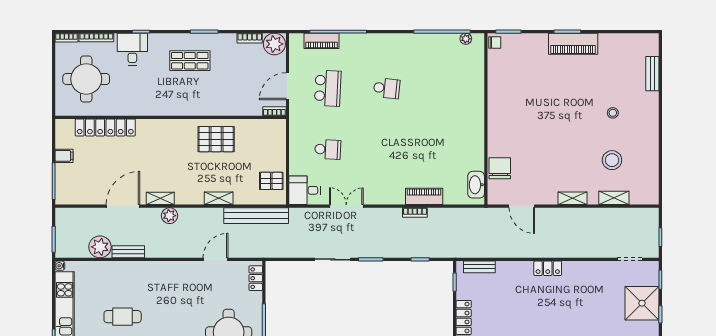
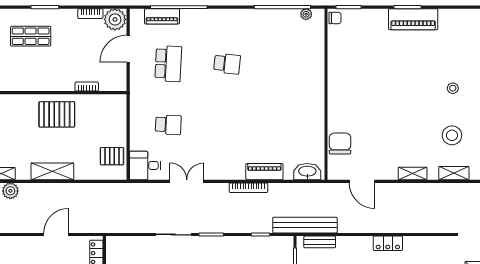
door: (287, 86) -> (128, 49), moved
bookcase: (274, 111) -> (87, 87), moved
washbasin: (476, 185) -> (307, 172), moved, turned 90
shelving: (219, 198) -> (52, 171), width x1.50, depth x1.33
bookcase: (415, 213) -> (248, 188), width x1.56
bench: (256, 216) -> (305, 225), moved

